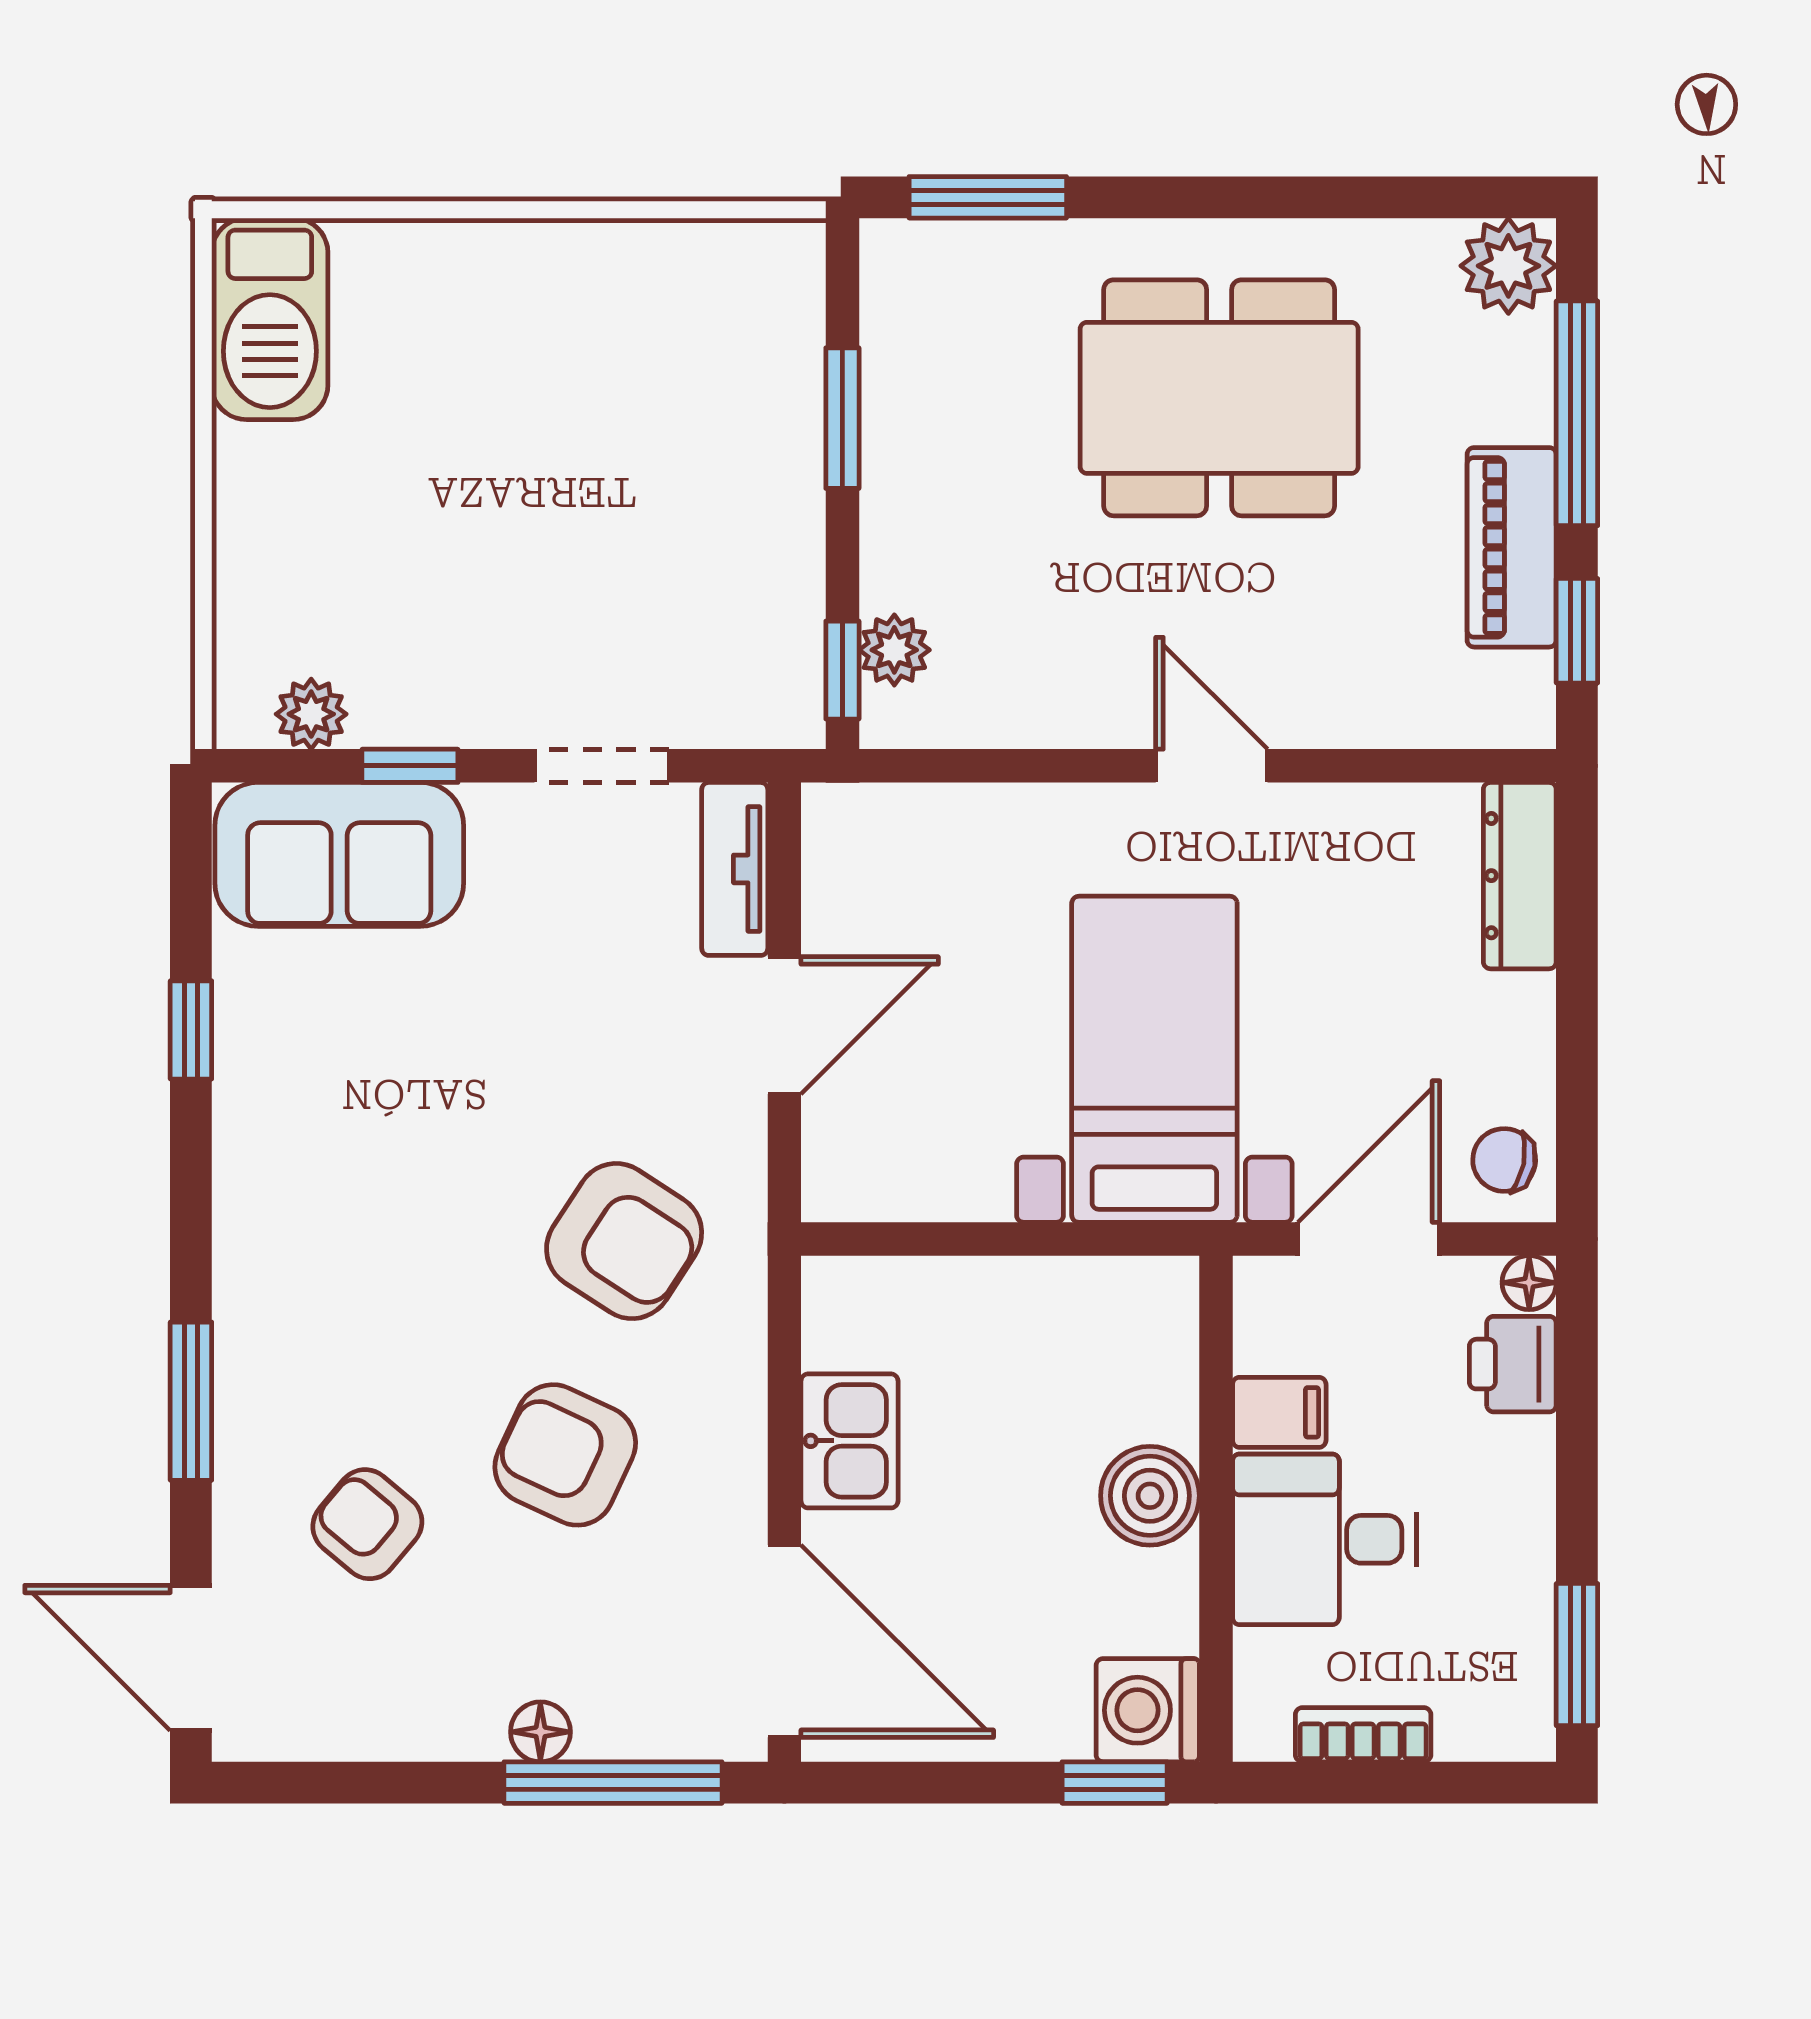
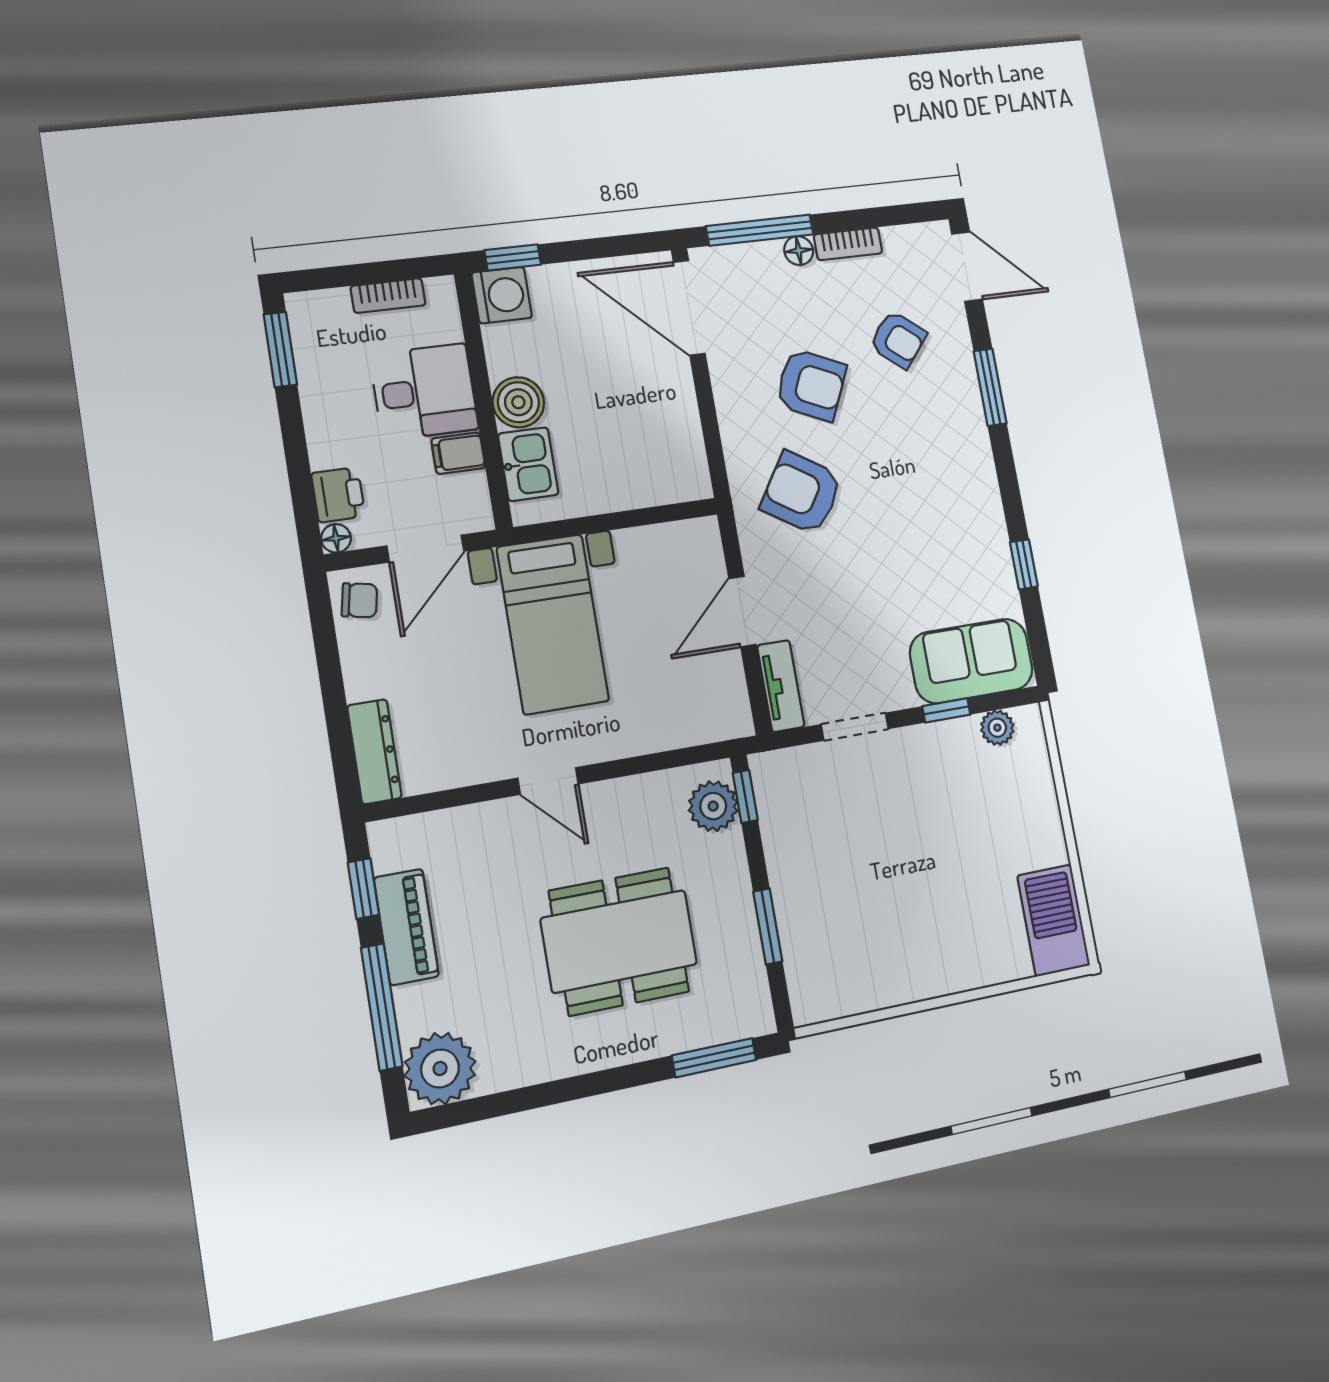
plant: (1508, 266) -> (440, 1069), width x1.36, depth x1.36
dining table: (1219, 398) -> (619, 941), moved
plant: (894, 650) -> (713, 806), width x1.38, depth x1.38
kitchen sink: (850, 1441) -> (528, 464), moved, turned 180
bookcase: (435, 1734) -> (848, 244), added

